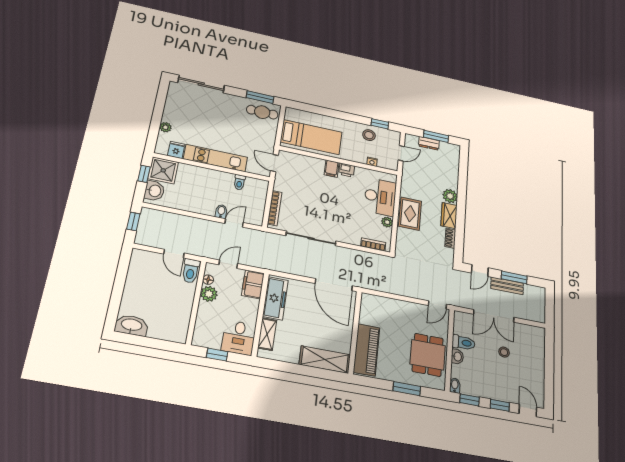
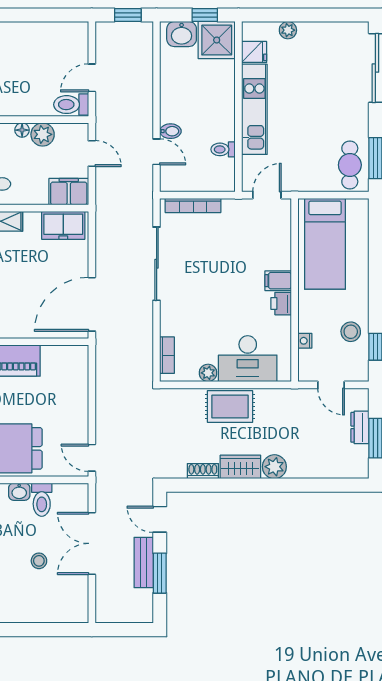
floor lamp: (208, 280) -> (22, 130), moved
freezer: (275, 298) -> (63, 225), width x0.71

